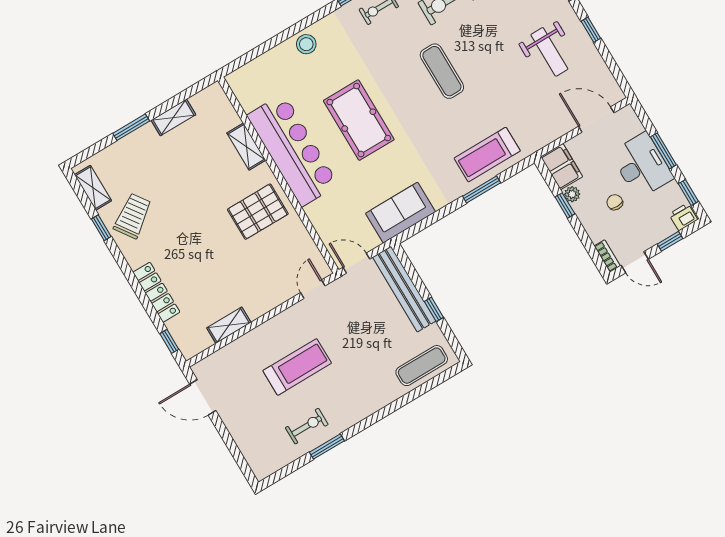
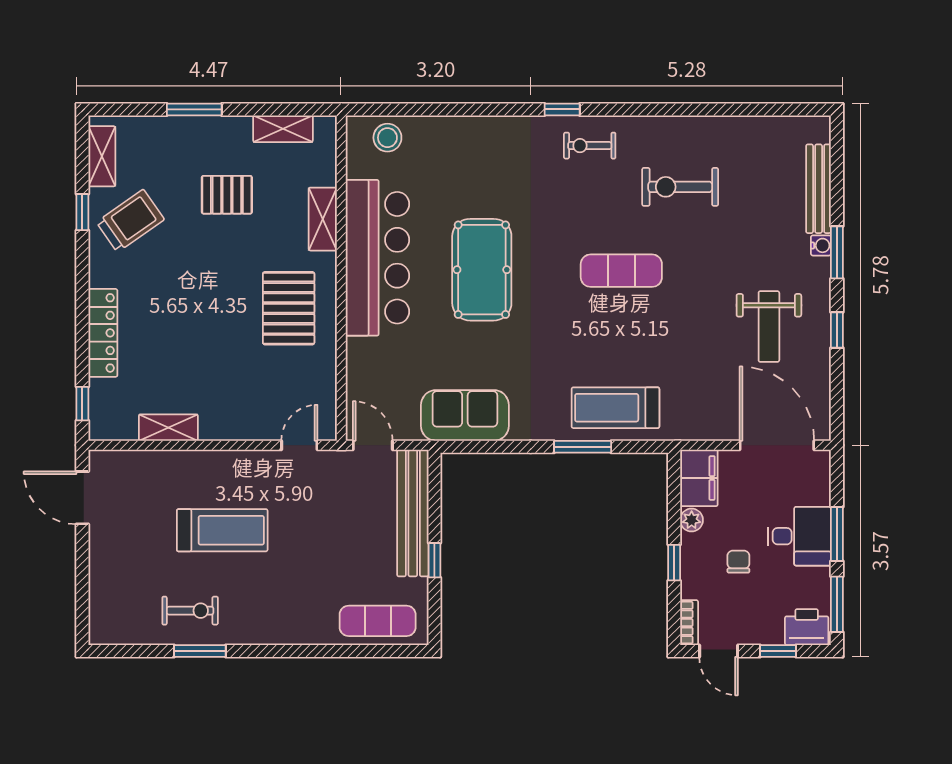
stool: (306, 44) -> (387, 138), moved
exercise mat: (442, 71) -> (621, 271), turned 90
shelving: (173, 117) -> (283, 129), moved
door: (596, 120) -> (777, 445), width x1.36
pallet: (181, 166) -> (227, 195), added
desk: (642, 166) -> (799, 536), width x0.73
window: (688, 193) -> (837, 604), width x1.50
window: (565, 205) -> (674, 563), moved
pallet: (258, 212) -> (289, 308), turned 90
printer: (683, 217) -> (807, 627), width x1.36, depth x1.24

